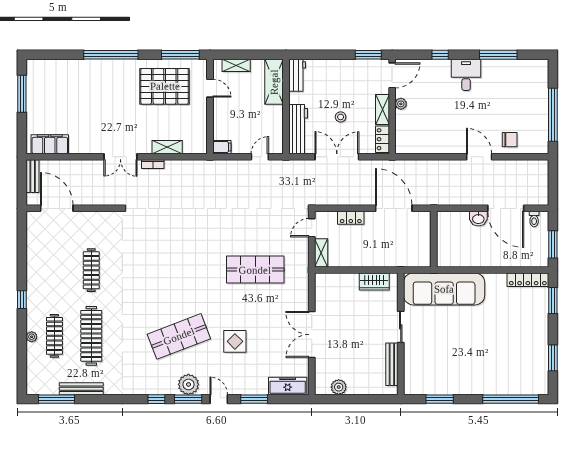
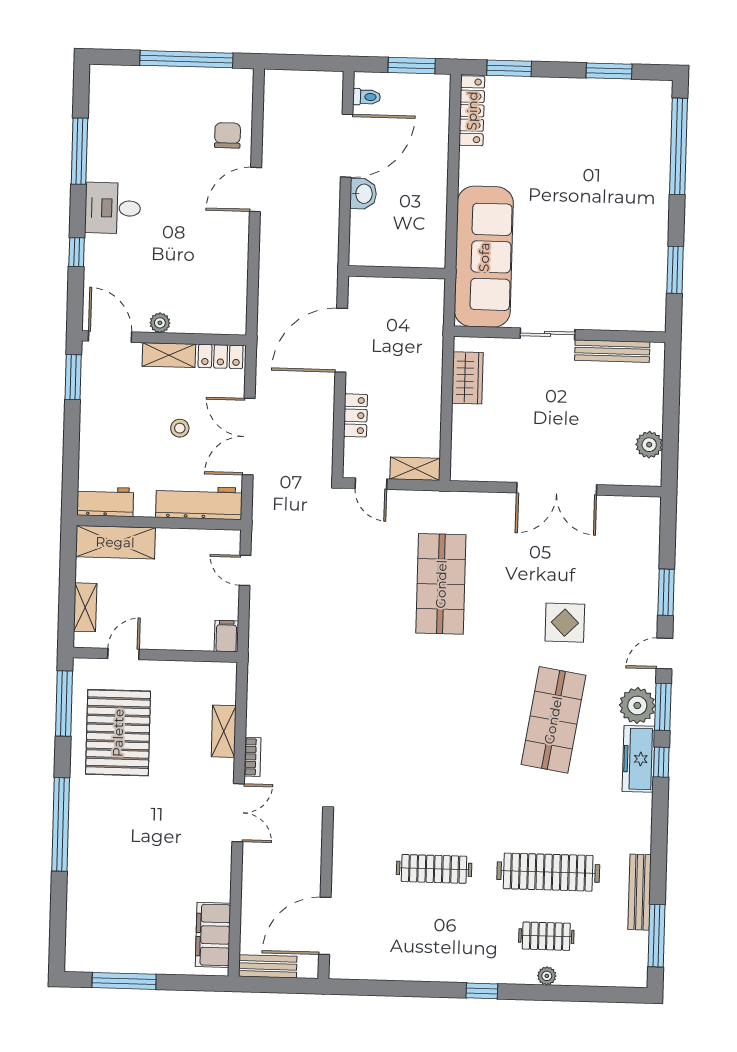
clothes rail: (54, 336) -> (546, 936), width x0.73
shop shelf: (179, 336) -> (553, 720), turned 30
freezer: (288, 386) -> (639, 759), moved

